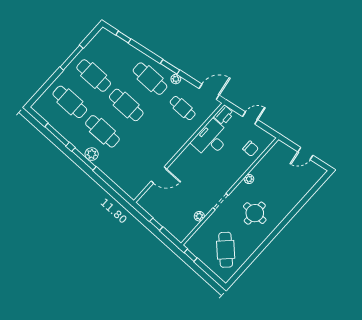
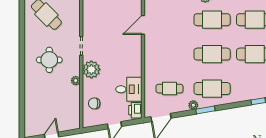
desk: (211, 139) -> (129, 89), width x0.73
plant: (199, 216) -> (91, 69), moved, width x1.88, depth x1.88

